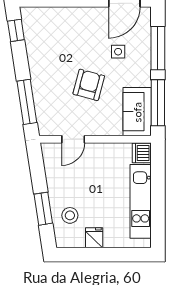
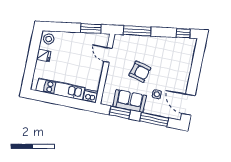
window: (158, 103) -> (120, 112), width x0.69
sofa: (137, 112) -> (130, 101), moved
window: (43, 209) -> (91, 28), moved
stool: (70, 215) -> (49, 39), moved

